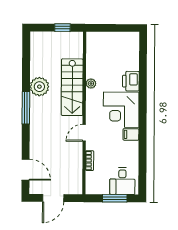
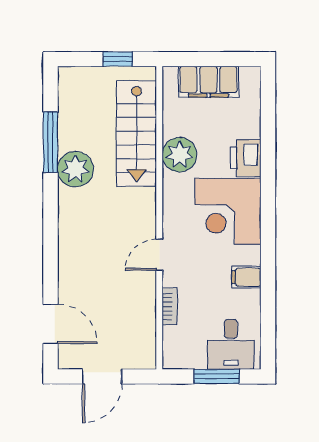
filing cabinet: (111, 40) -> (208, 82), added
plant: (91, 83) -> (179, 155), width x1.88, depth x1.88
stairs: (72, 87) -> (136, 133), moved
window: (26, 108) -> (51, 142), moved
filing cabinet: (131, 134) -> (246, 277), moved

